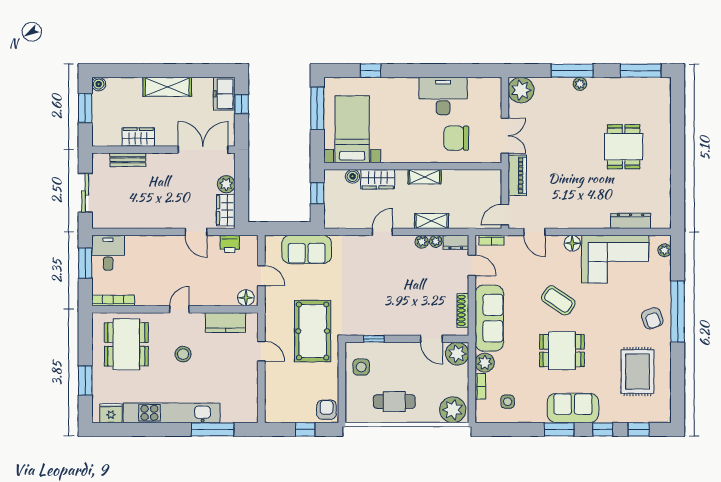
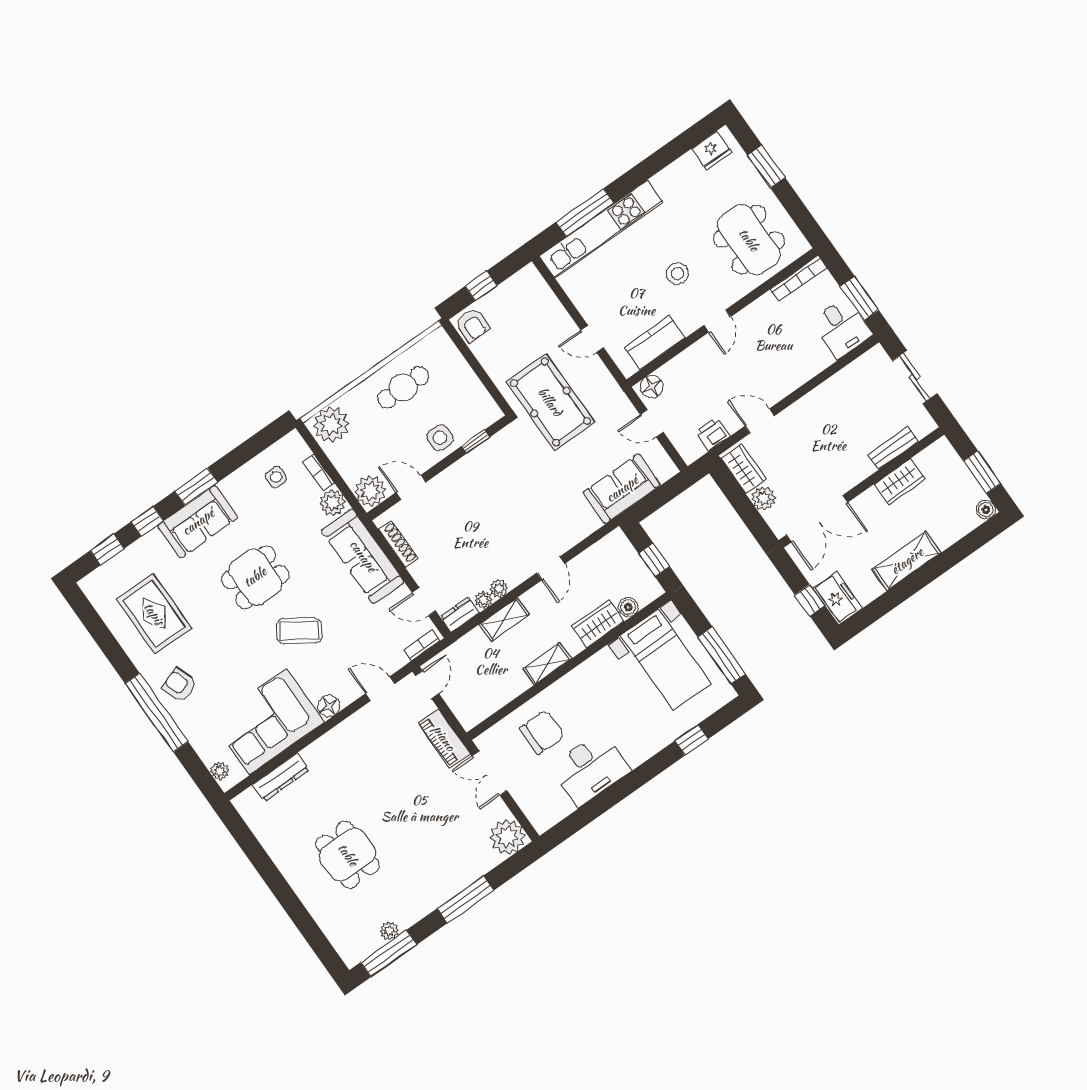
plant: (580, 84) -> (389, 931), moved
side table: (361, 367) -> (440, 438), moved
kitchen unit: (172, 413) -> (601, 229), moved

